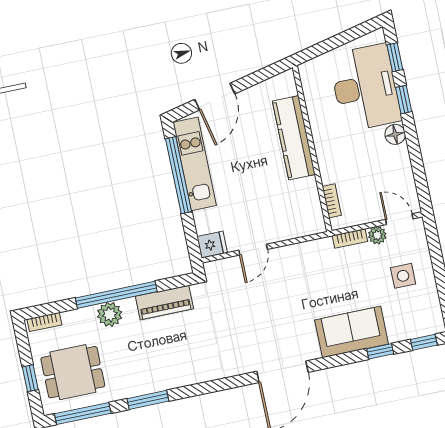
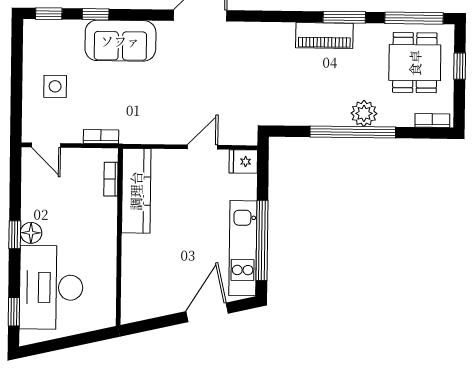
window: (404, 100) -> (15, 235), moved
kitchen counter: (294, 138) -> (136, 191), moved
plant: (377, 235) -> (72, 134), removed
piano: (164, 303) -> (324, 35), moved, turned 180
dining table: (73, 372) -> (415, 63), turned 90

